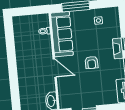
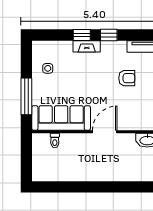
armchair: (92, 62) -> (127, 78), moved

